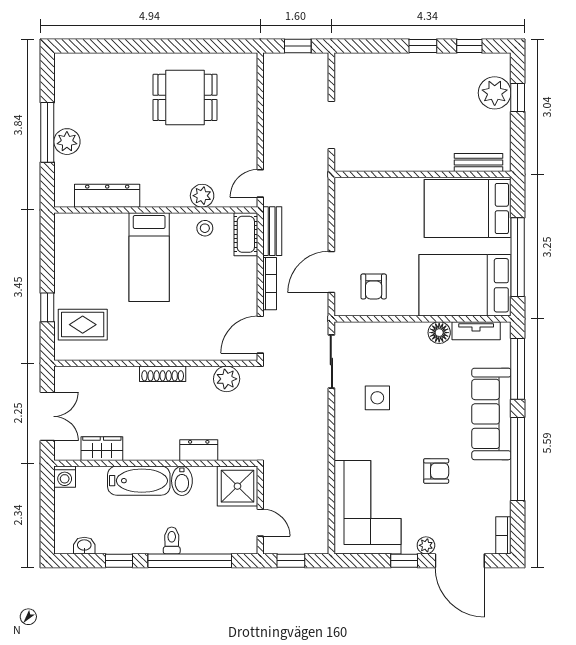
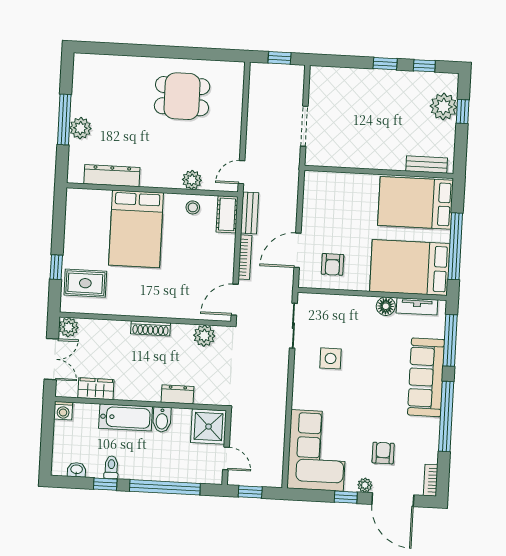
bed: (149, 257) -> (136, 229), width x1.50
plant: (66, 378) -> (69, 327), added
armchair: (436, 471) -> (383, 453), moved, turned -90
toilet: (172, 541) -> (111, 467), moved

